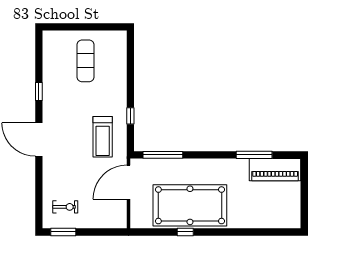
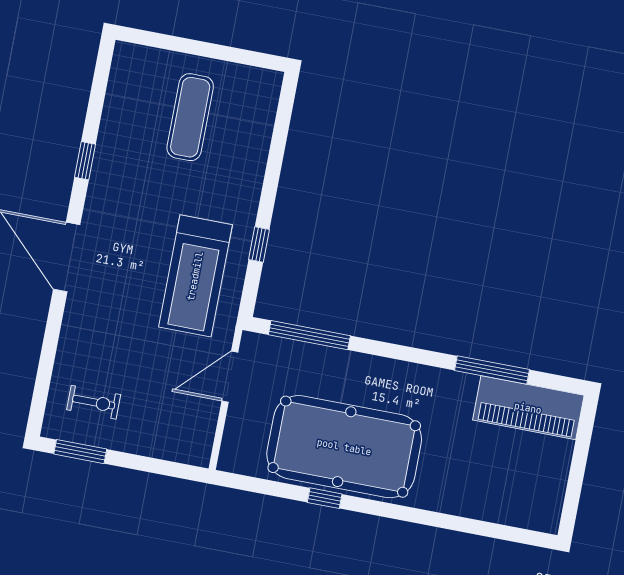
treadmill: (103, 137) -> (195, 276), width x1.37, depth x1.38
door: (128, 182) -> (230, 377), width x0.73

